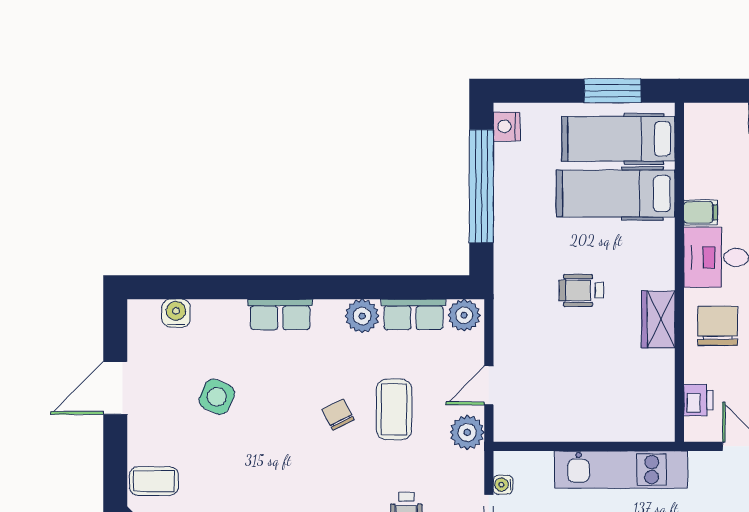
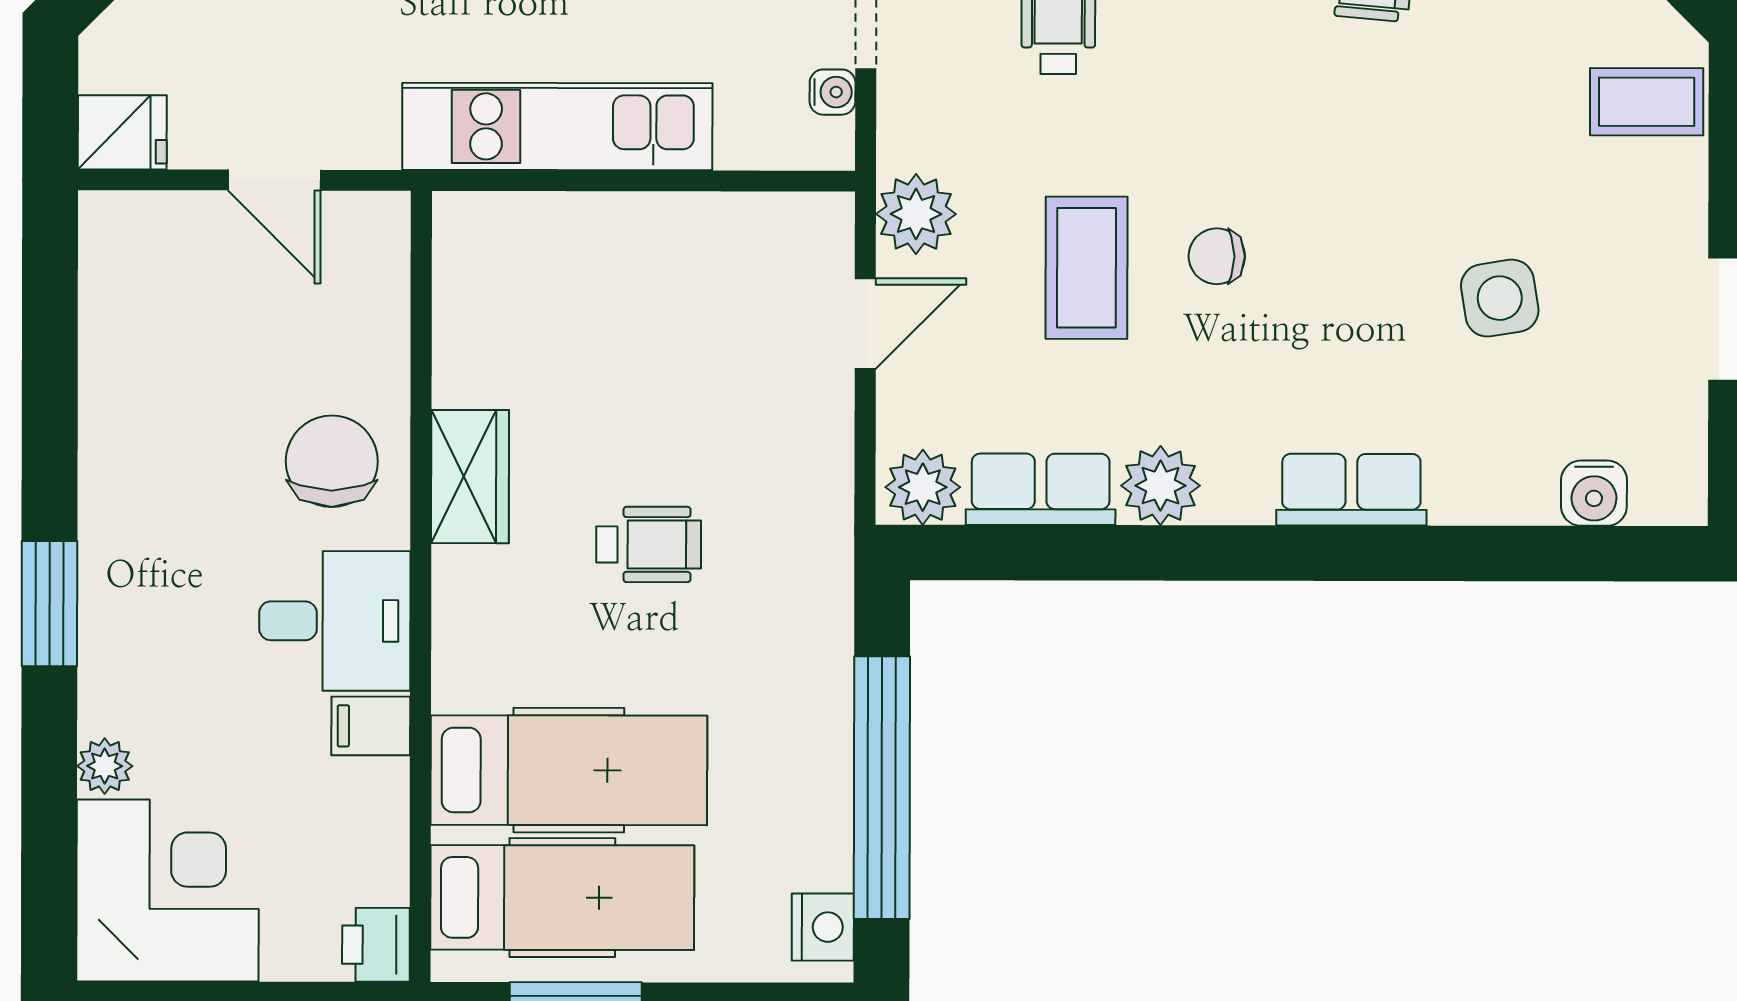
chair: (718, 326) -> (332, 461), turned 180
side table: (217, 397) -> (1500, 298), turned -32
printer: (698, 400) -> (376, 945), moved
chair: (338, 414) -> (1217, 256), turned 117

